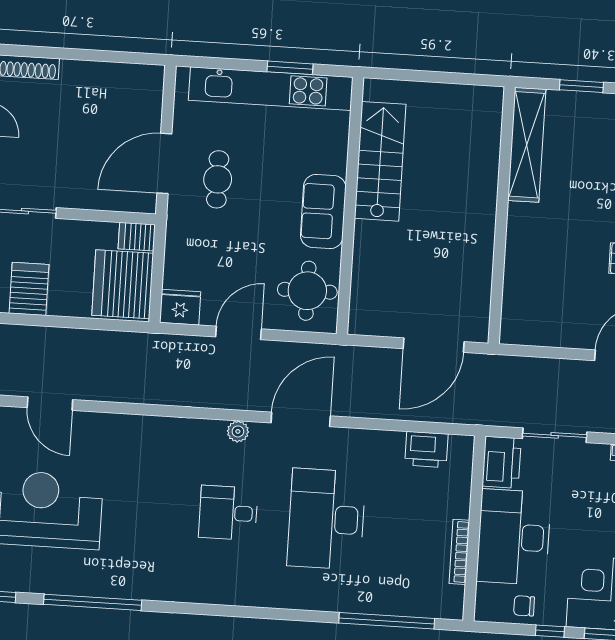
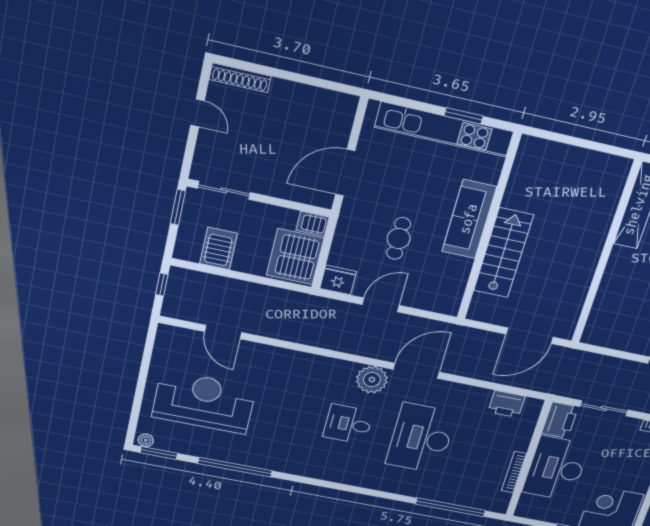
stairs: (380, 161) -> (503, 253), moved
cafe table: (218, 179) -> (399, 238), moved
sofa: (323, 211) -> (469, 219), width x1.36
round table: (307, 291) -> (441, 284), removed
plant: (238, 431) -> (372, 380), width x1.88, depth x1.88
chair: (524, 606) -> (552, 511), removed

